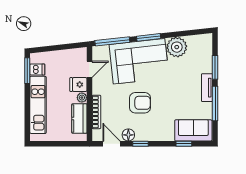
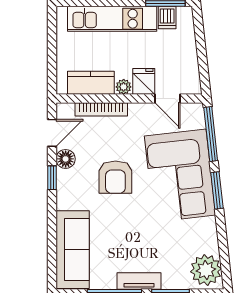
plant: (177, 47) -> (206, 270), moved
sofa: (193, 130) -> (73, 250), width x1.36
window: (184, 144) -> (52, 245), removed

